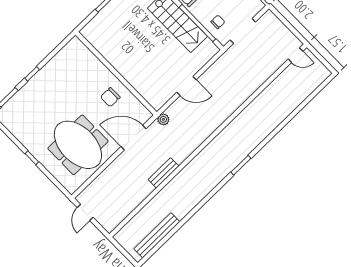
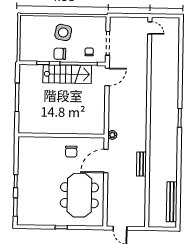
door: (296, 55) -> (150, 28), hinge flipped
door: (186, 86) -> (107, 77), moved
meeting table: (78, 145) -> (79, 195), turned 90

